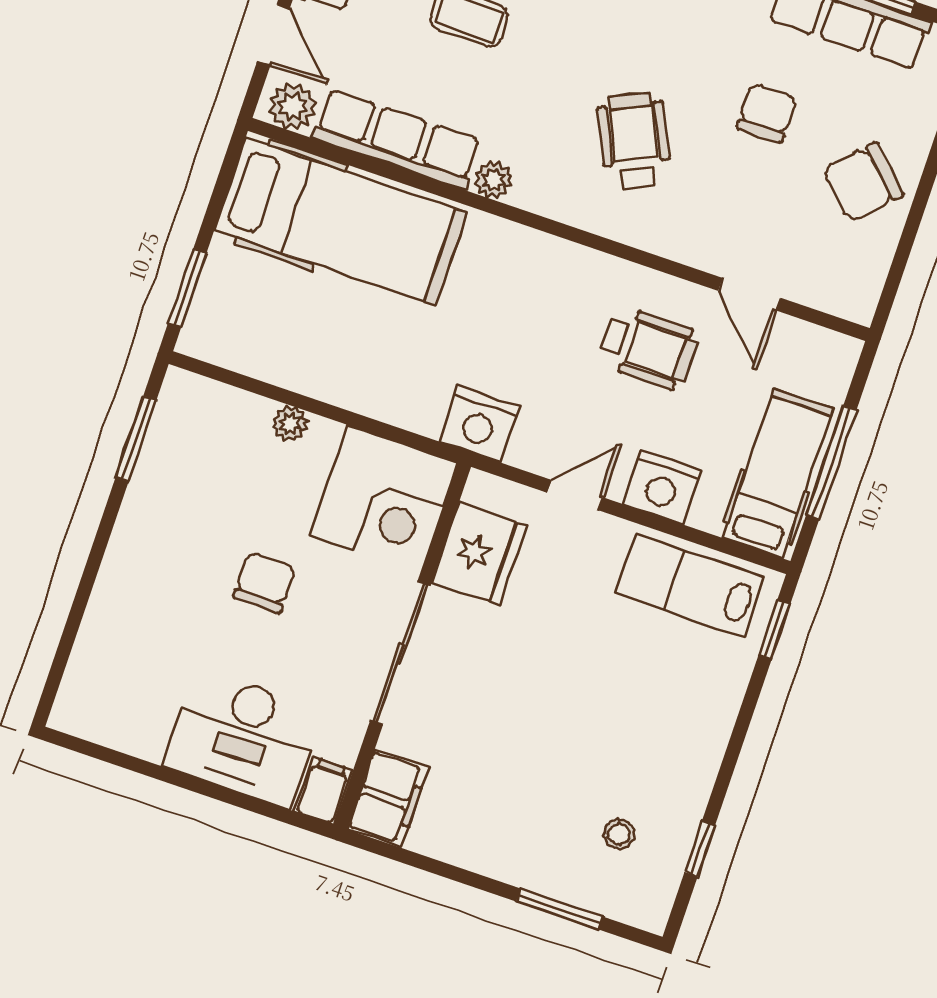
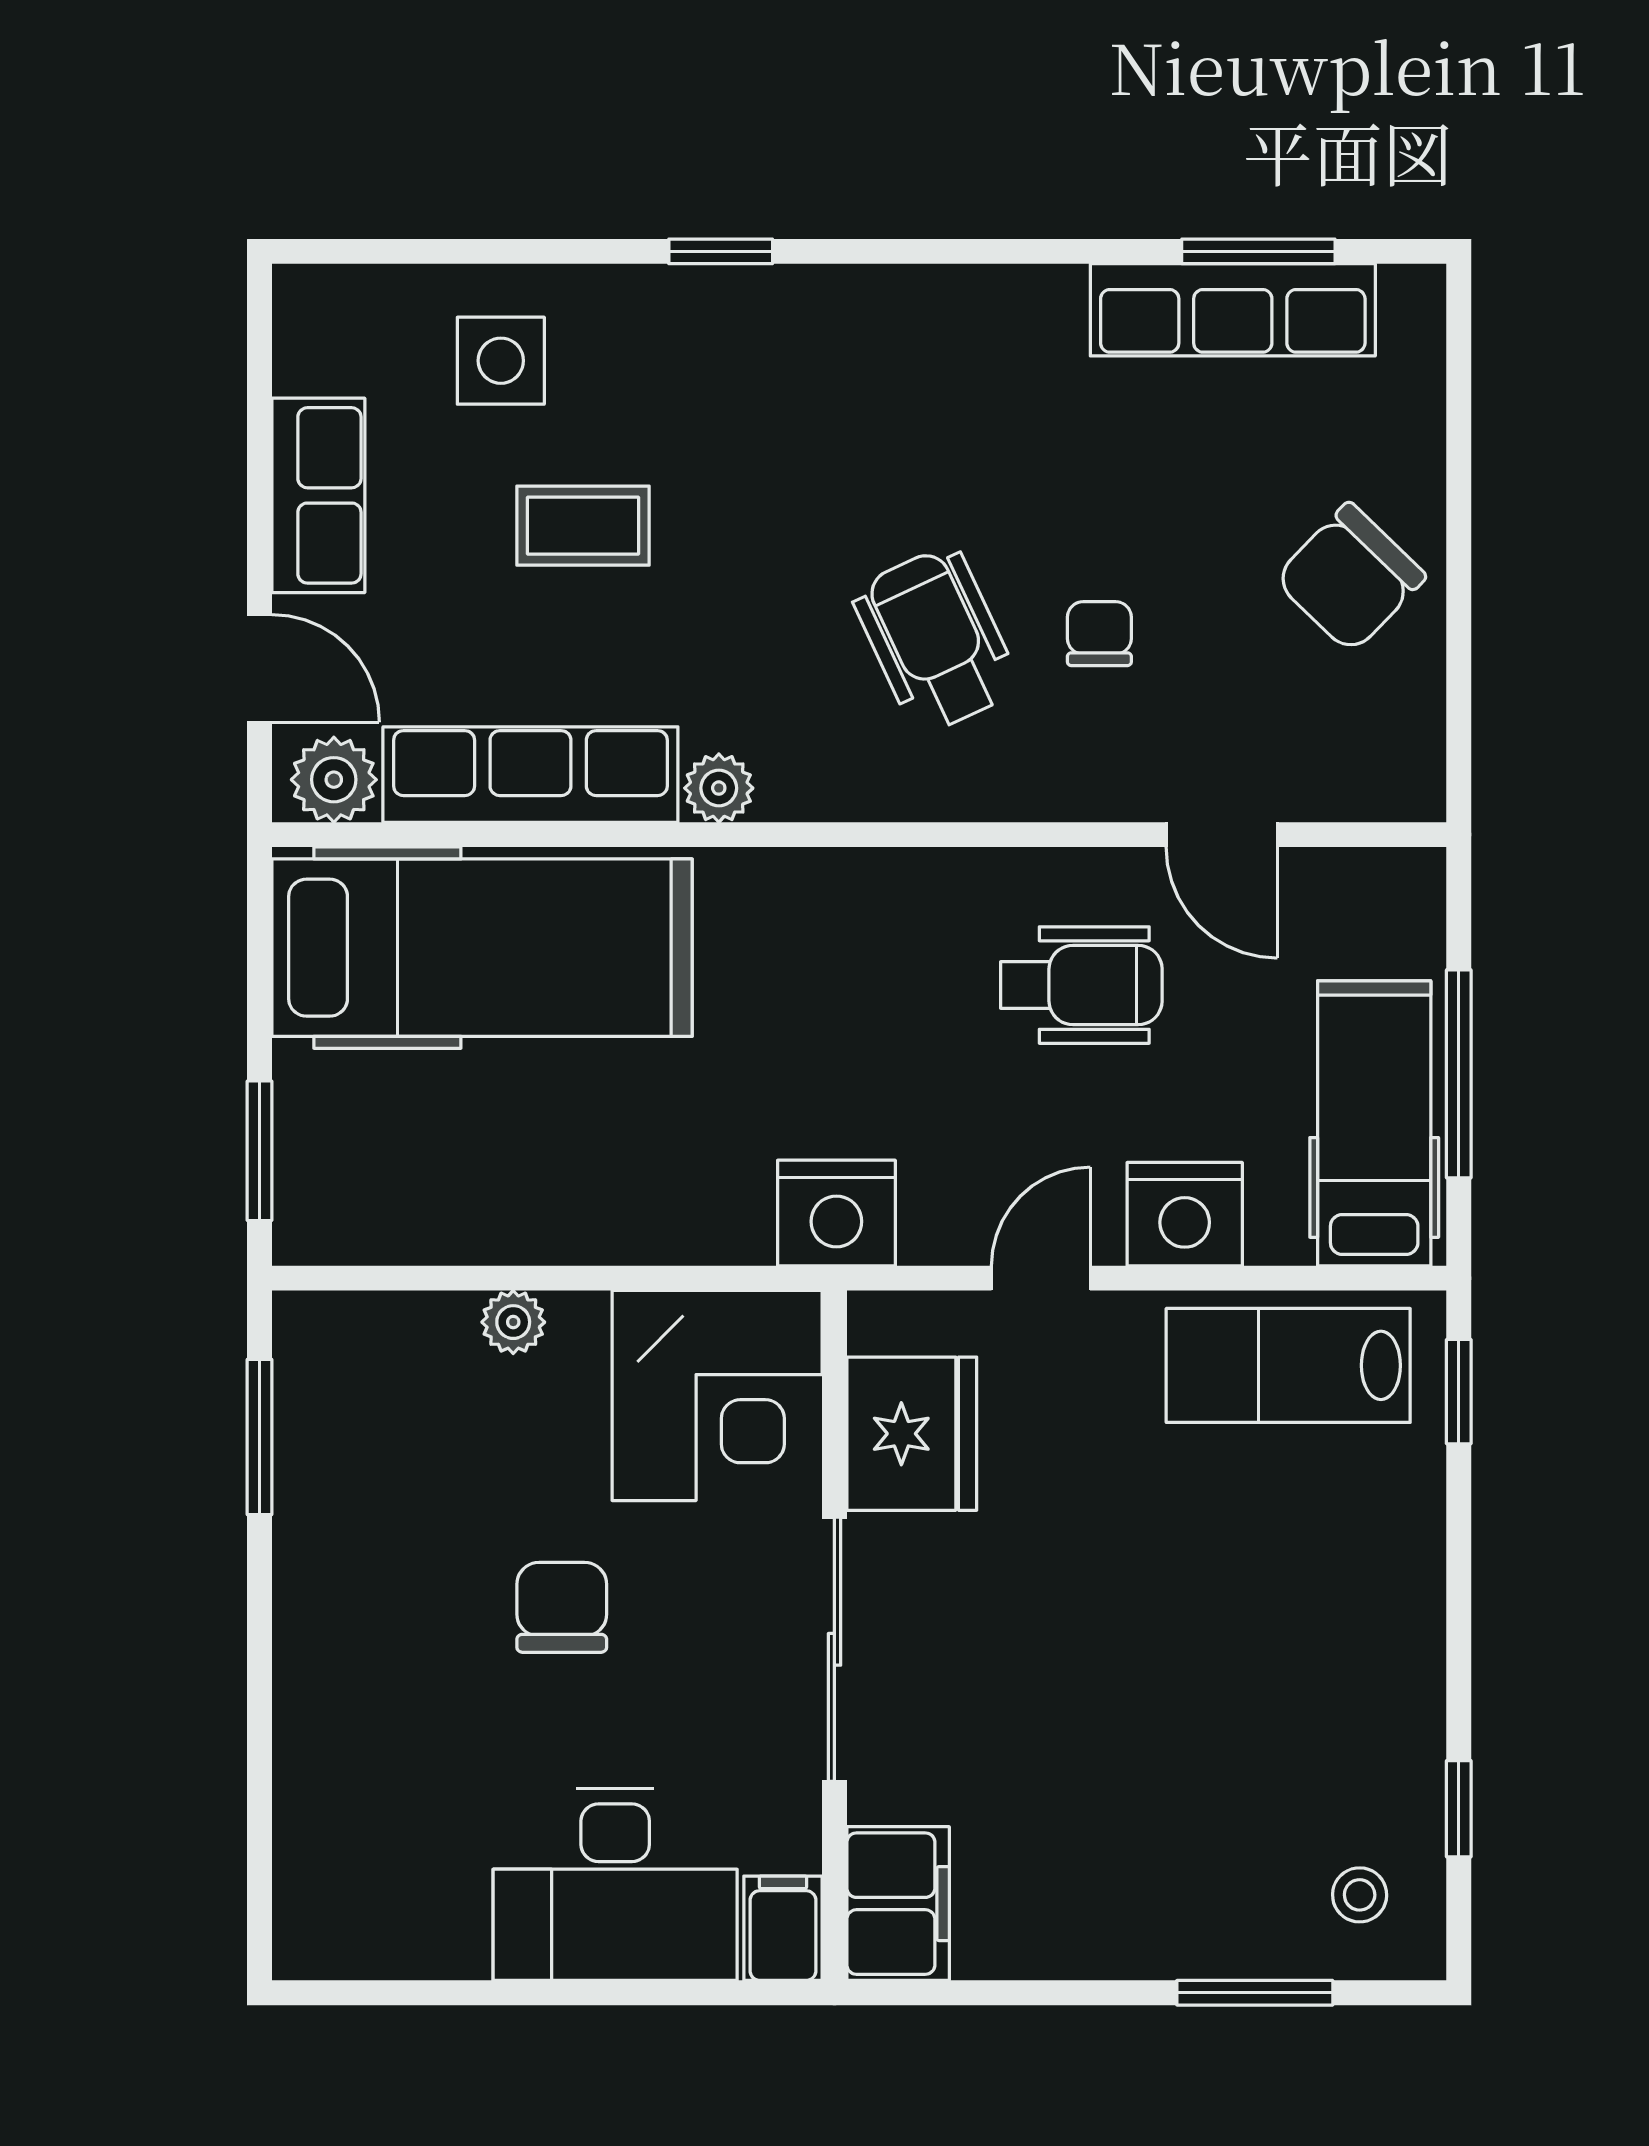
chair: (767, 113) -> (1099, 634), moved, width x0.73, depth x0.73
stool: (619, 834) -> (1360, 1895), moved

